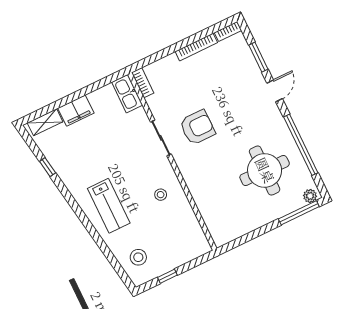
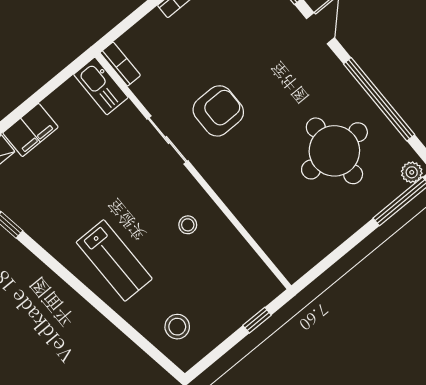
window: (167, 276) -> (257, 320), moved

